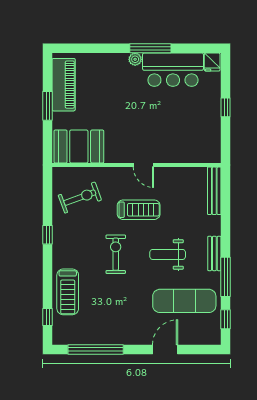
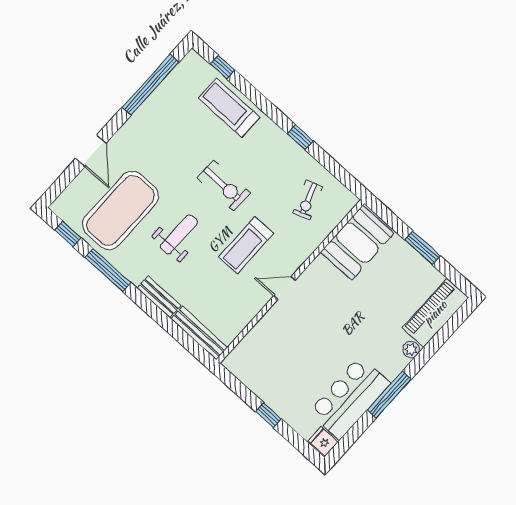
plant: (135, 59) -> (411, 349), moved
piano: (64, 85) -> (435, 313), moved, turned 90
exercise bike: (80, 198) -> (308, 200), width x0.73, depth x0.72
bench: (214, 253) -> (159, 297), moved
exercise mat: (184, 301) -> (121, 210), width x1.47

